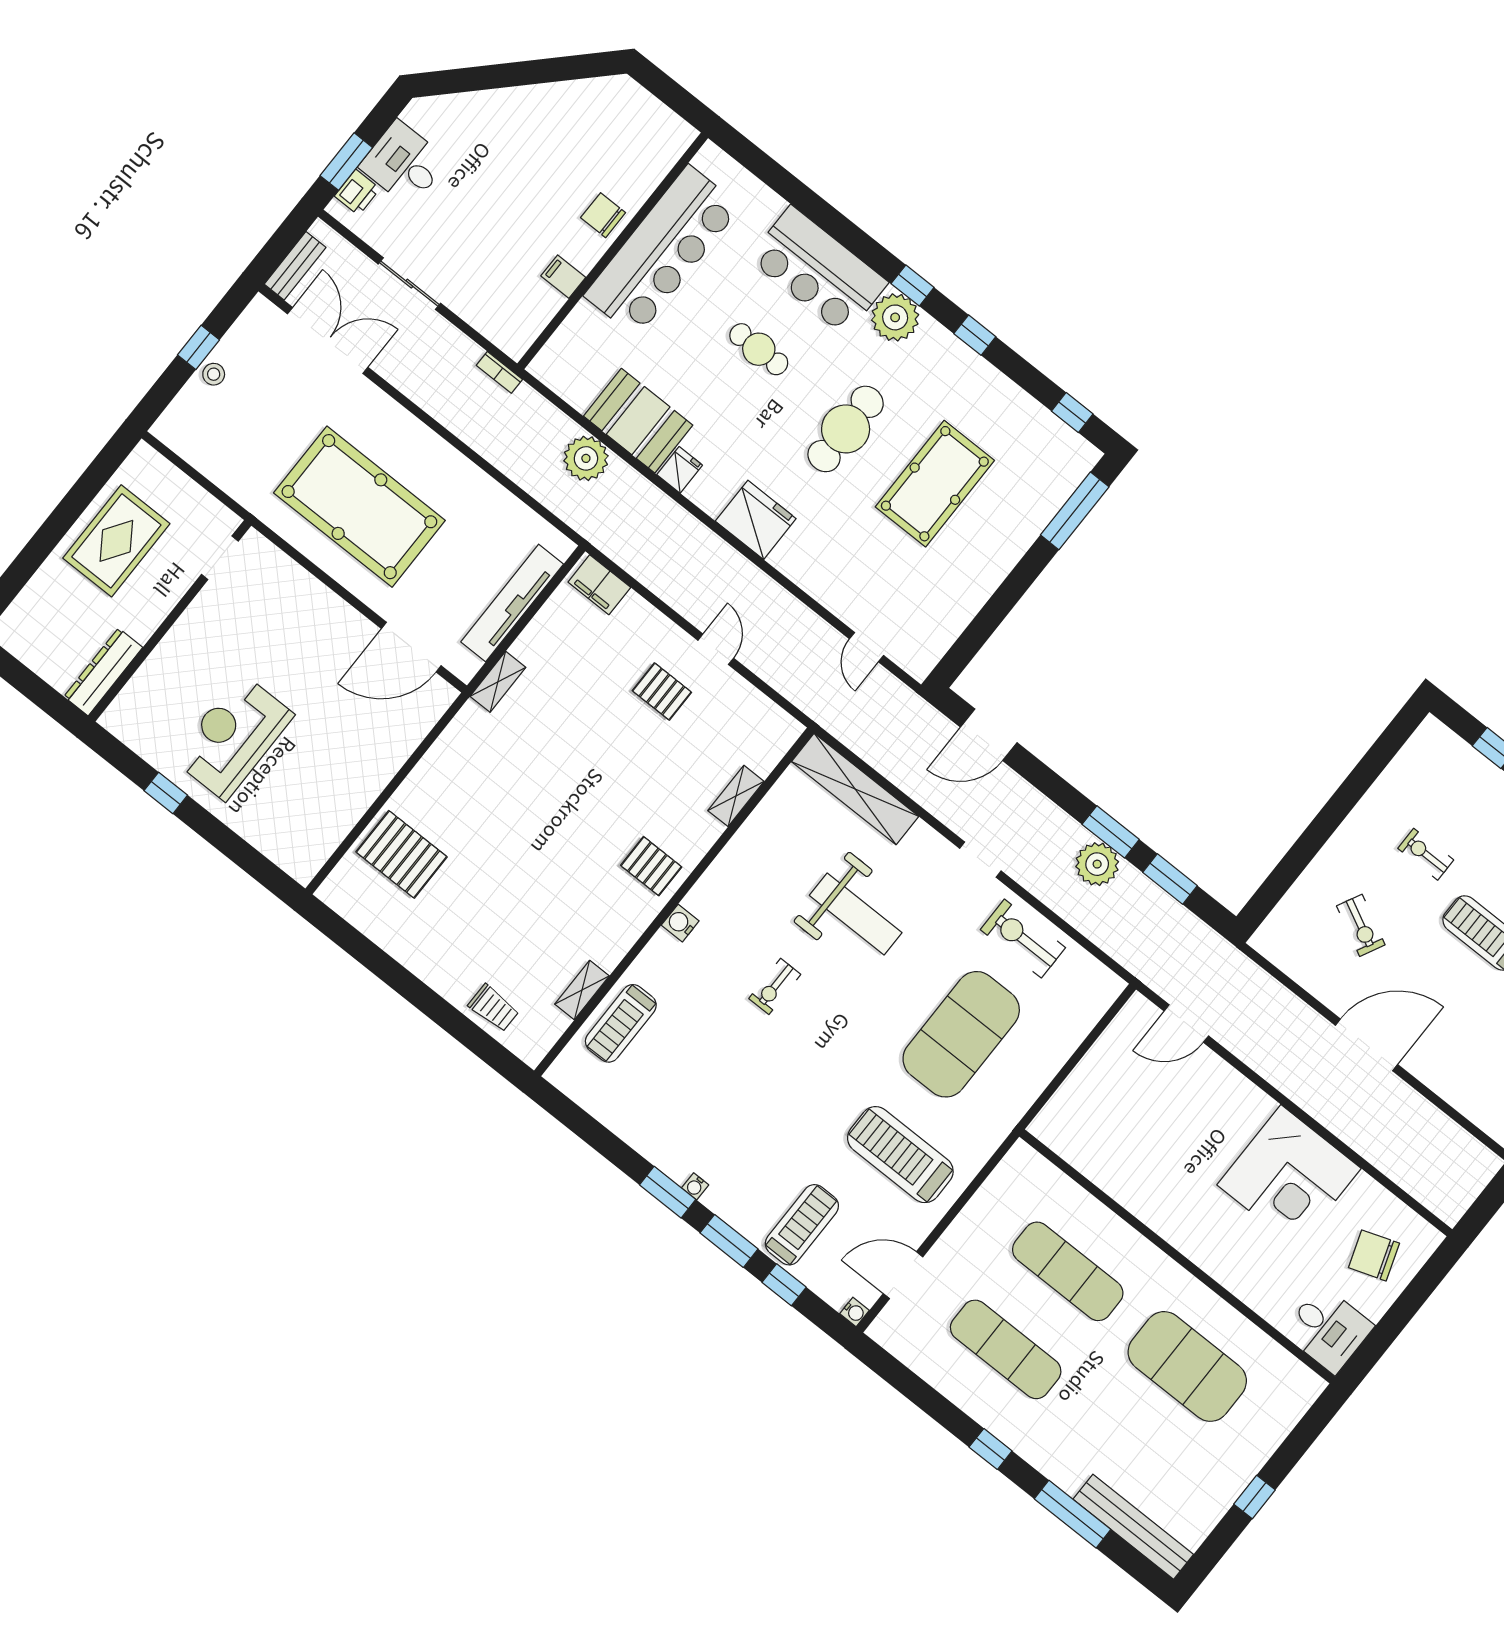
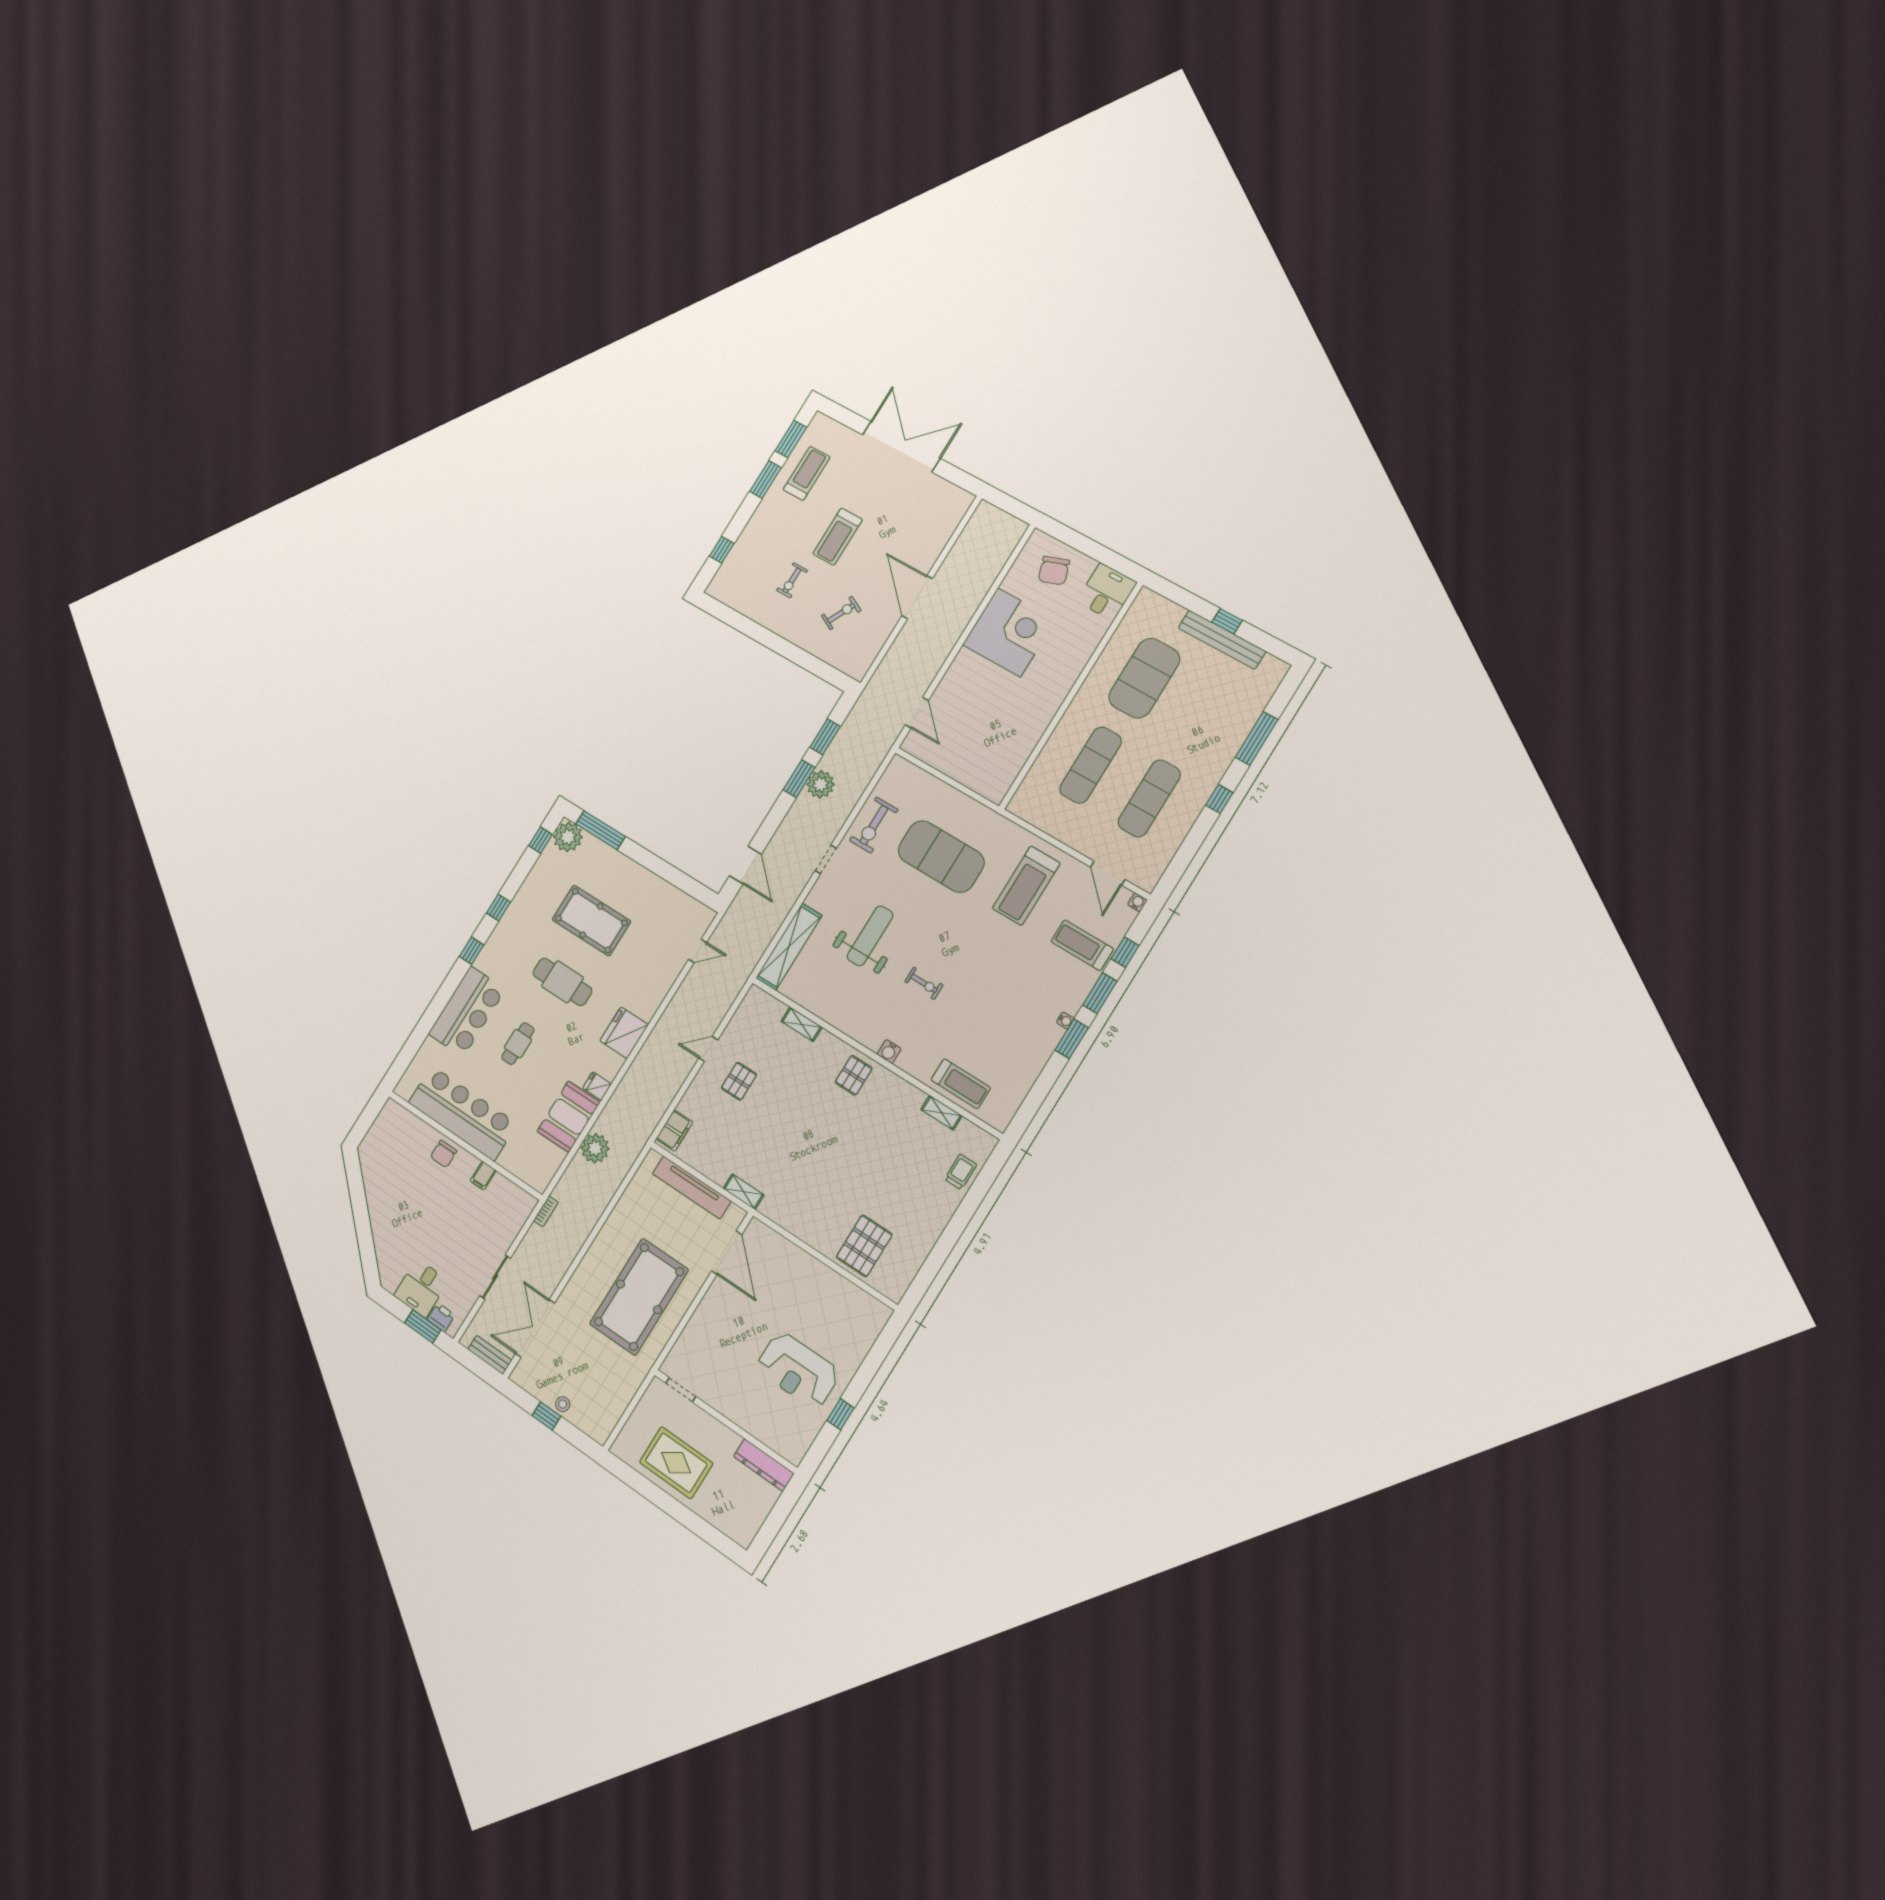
plant: (895, 317) -> (568, 837), moved
bench: (1133, 1527) -> (1222, 640), moved, turned 90

